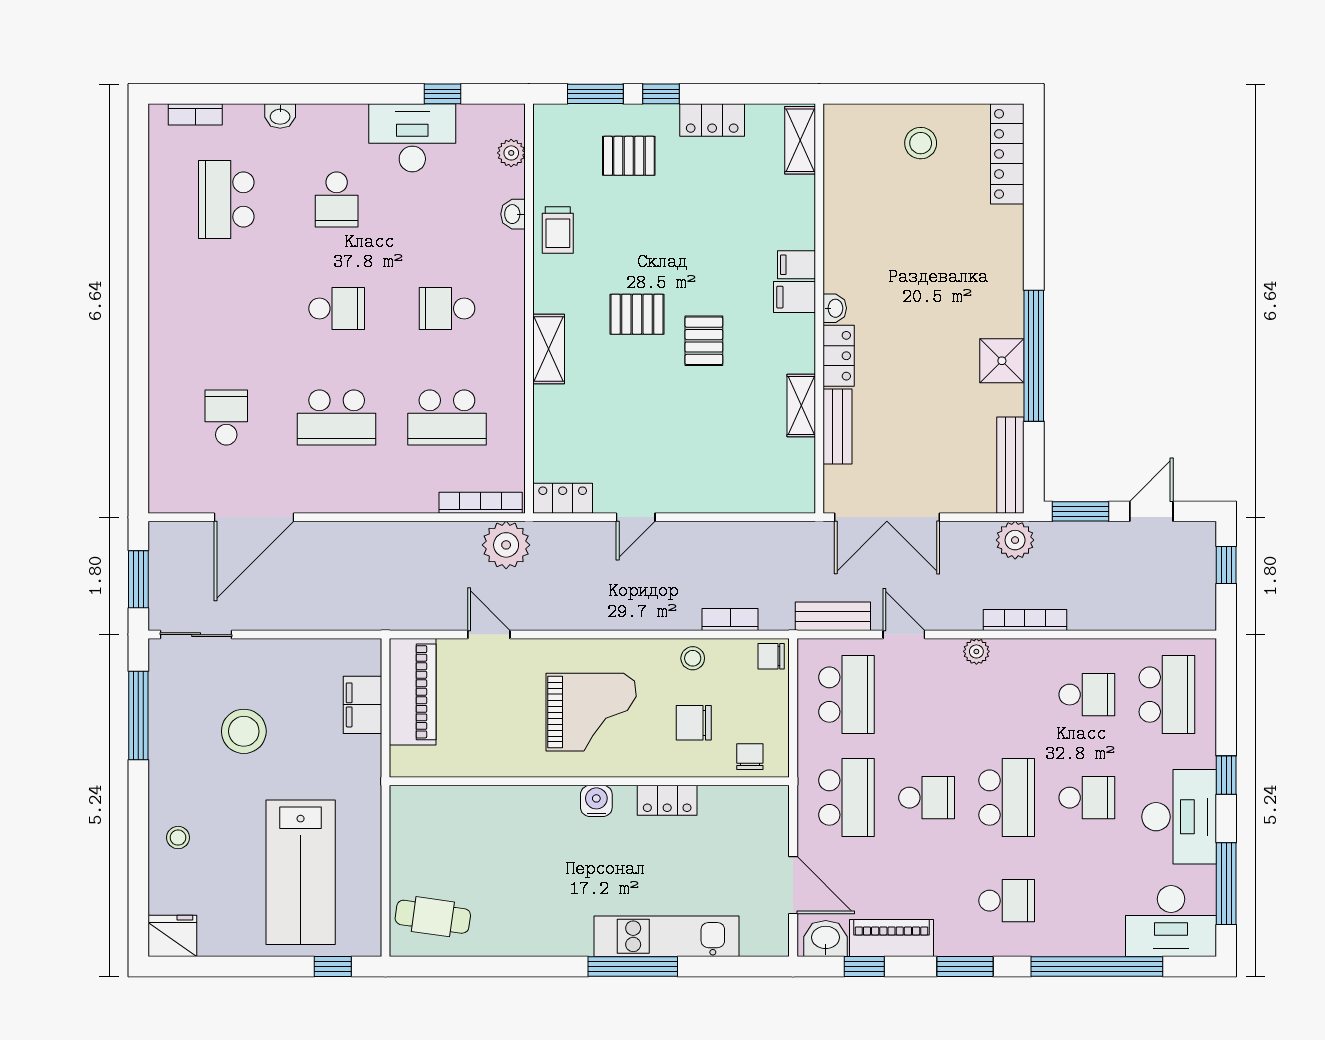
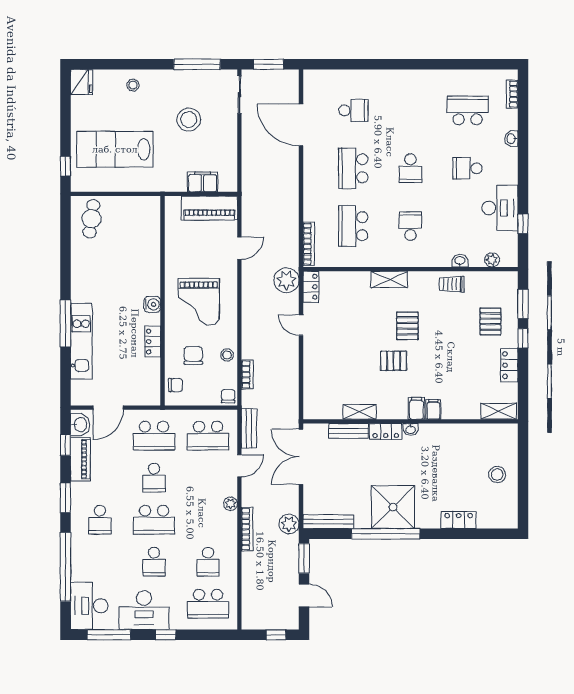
locker: (1007, 154) -> (459, 520), moved, width x0.66
shower: (1002, 361) -> (393, 507), width x1.86, depth x1.86
plant: (506, 545) -> (286, 280), moved

